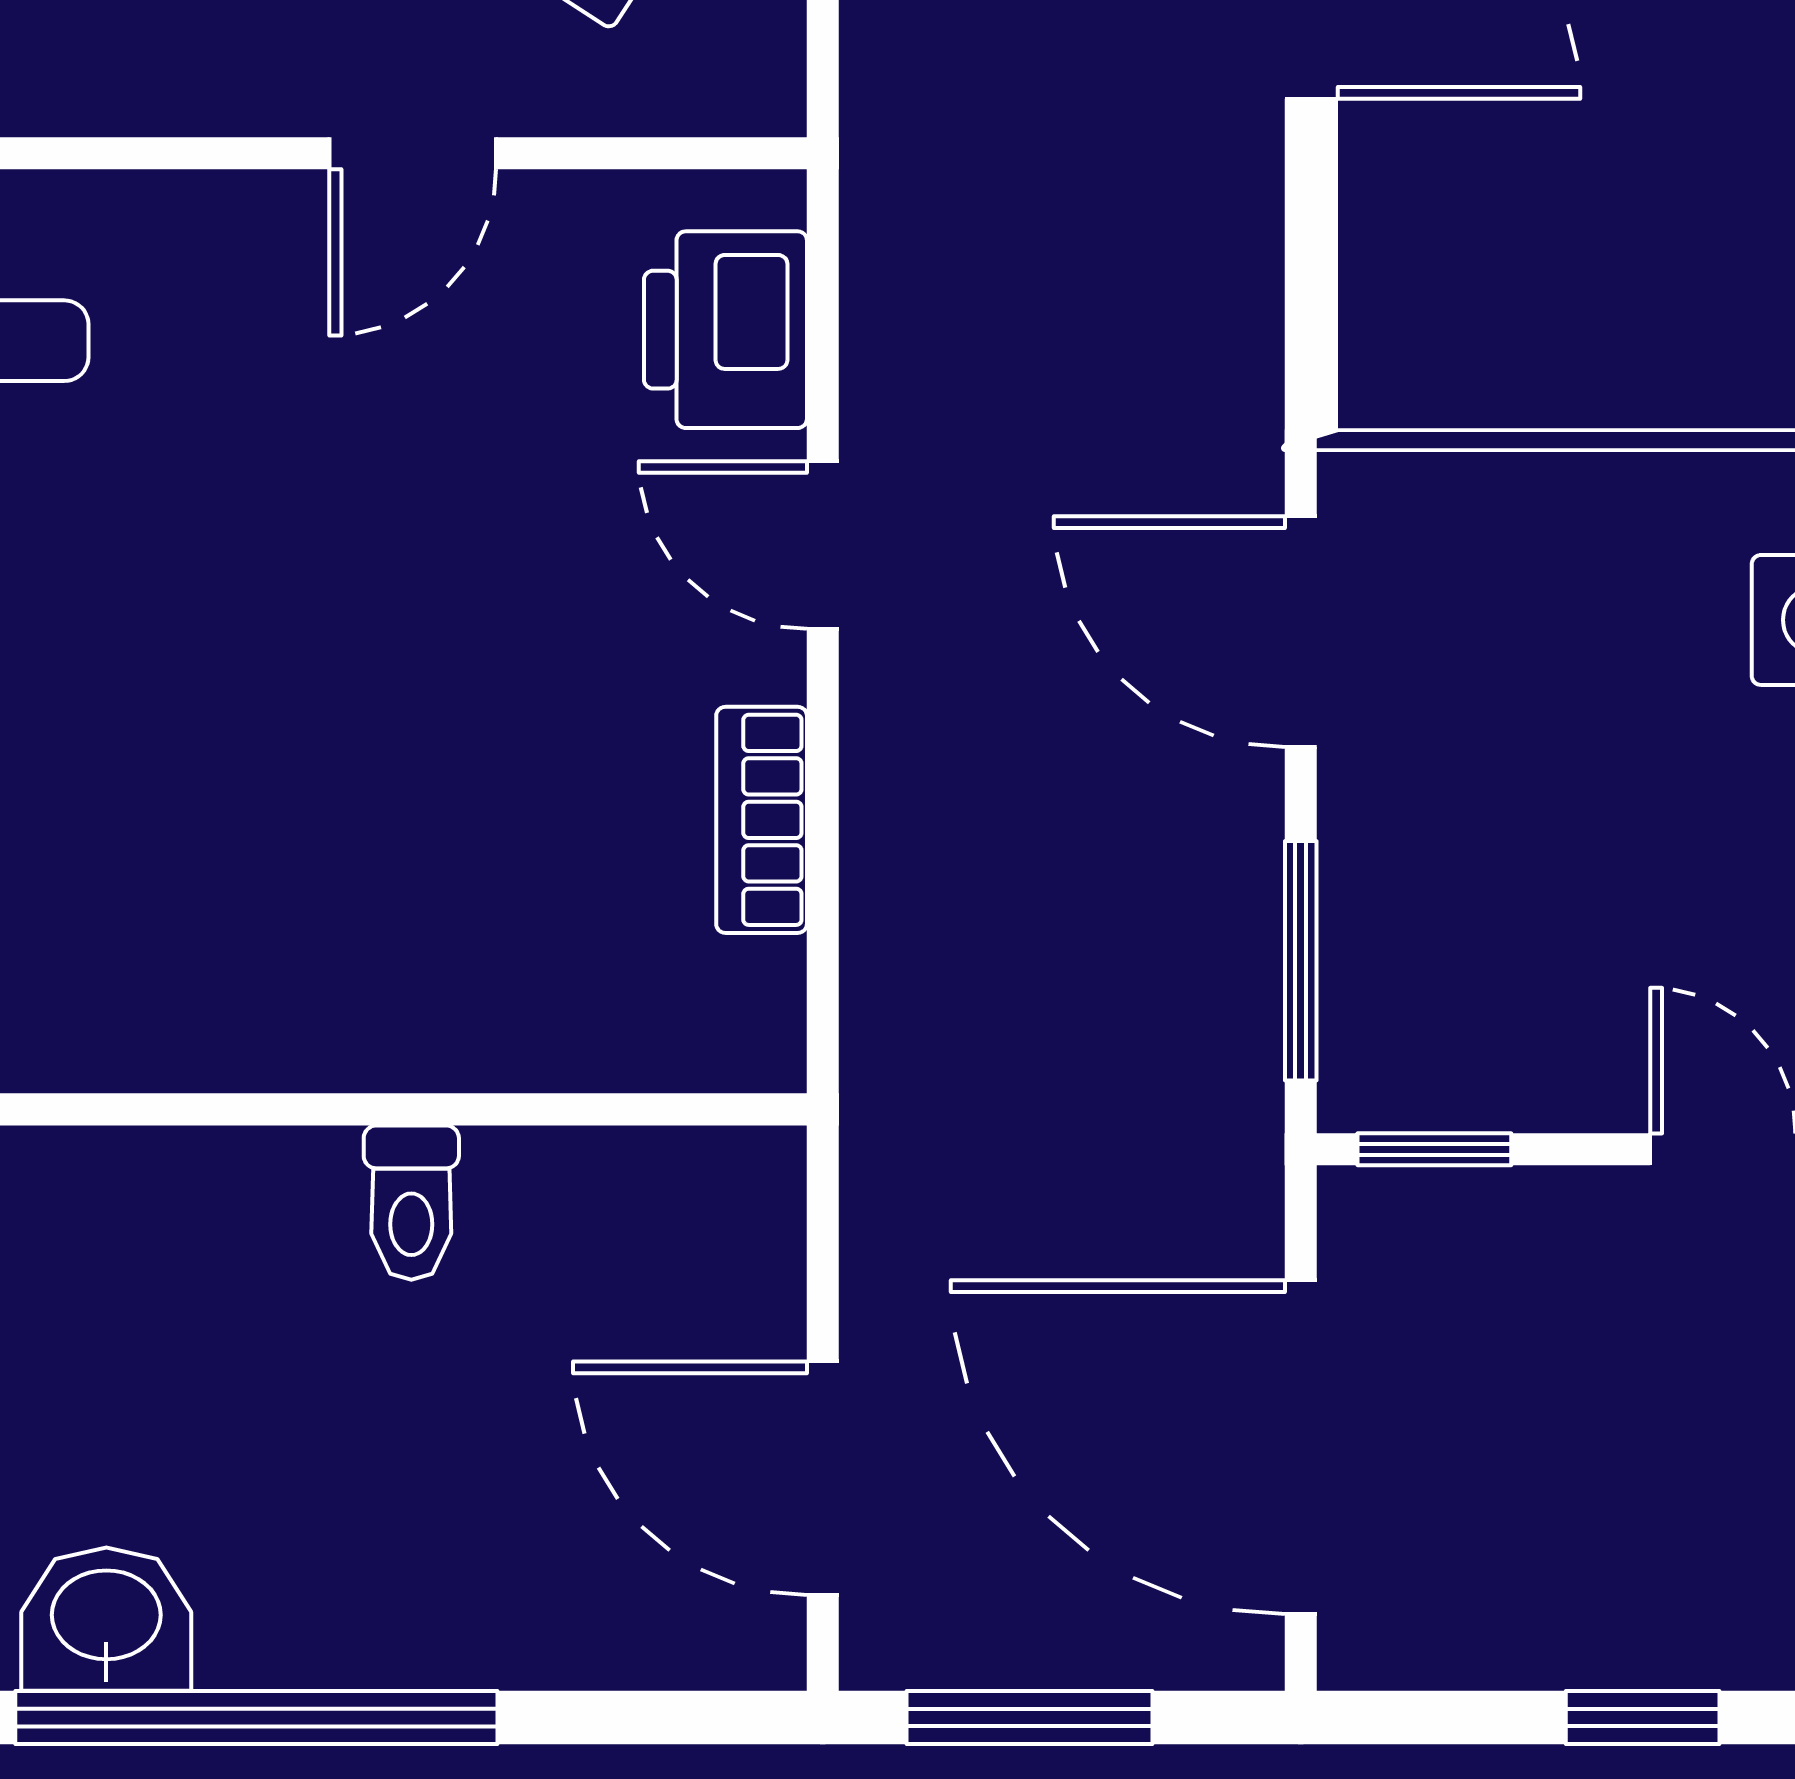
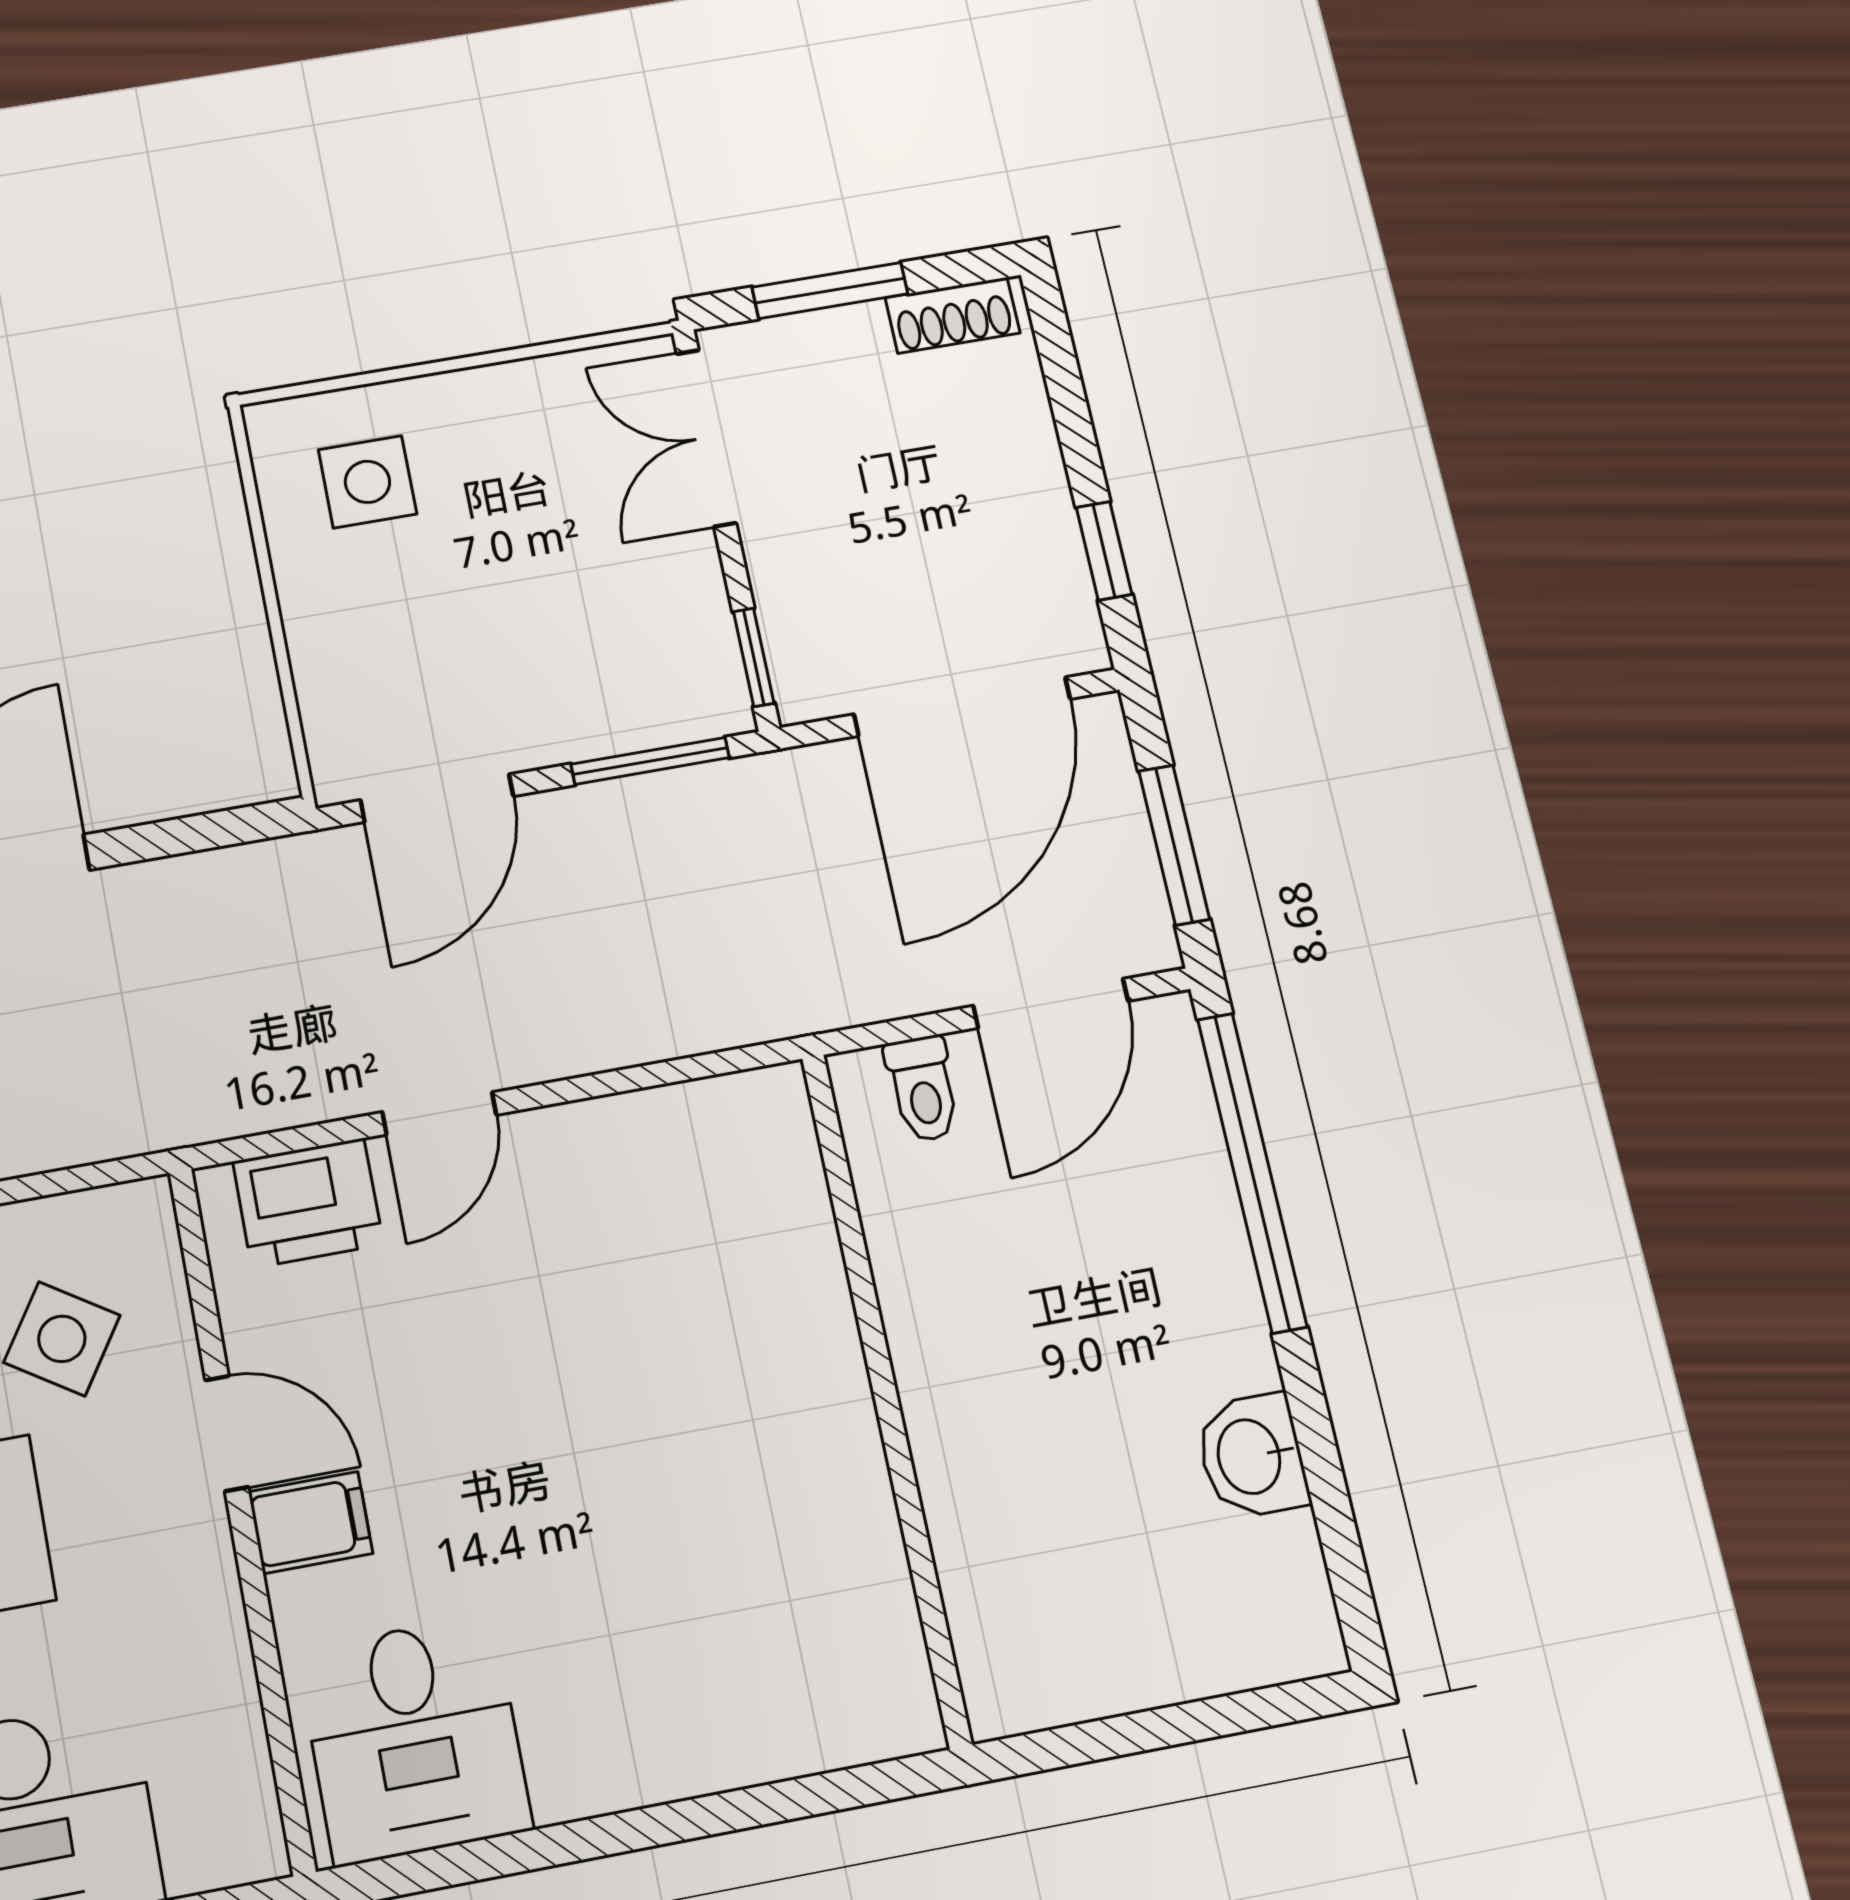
filing cabinet: (263, 250) -> (310, 1523), added
bookcase: (762, 820) -> (629, 1120), removed
toilet: (411, 1203) -> (923, 1089), moved, turned 90
window: (256, 1718) -> (1252, 1172), moved
window: (1643, 1718) -> (1104, 551), moved

